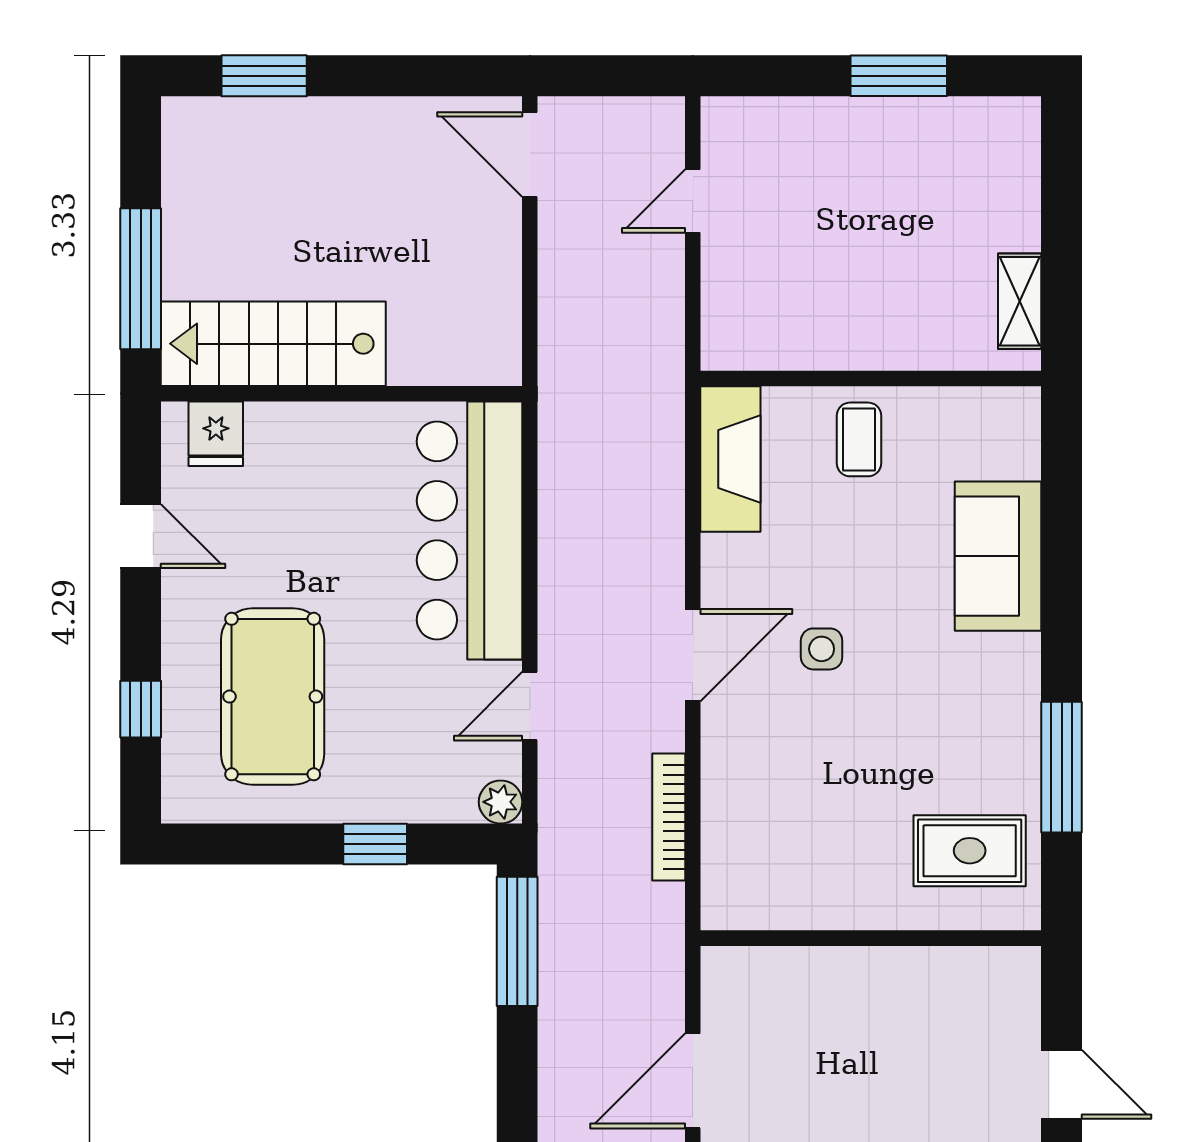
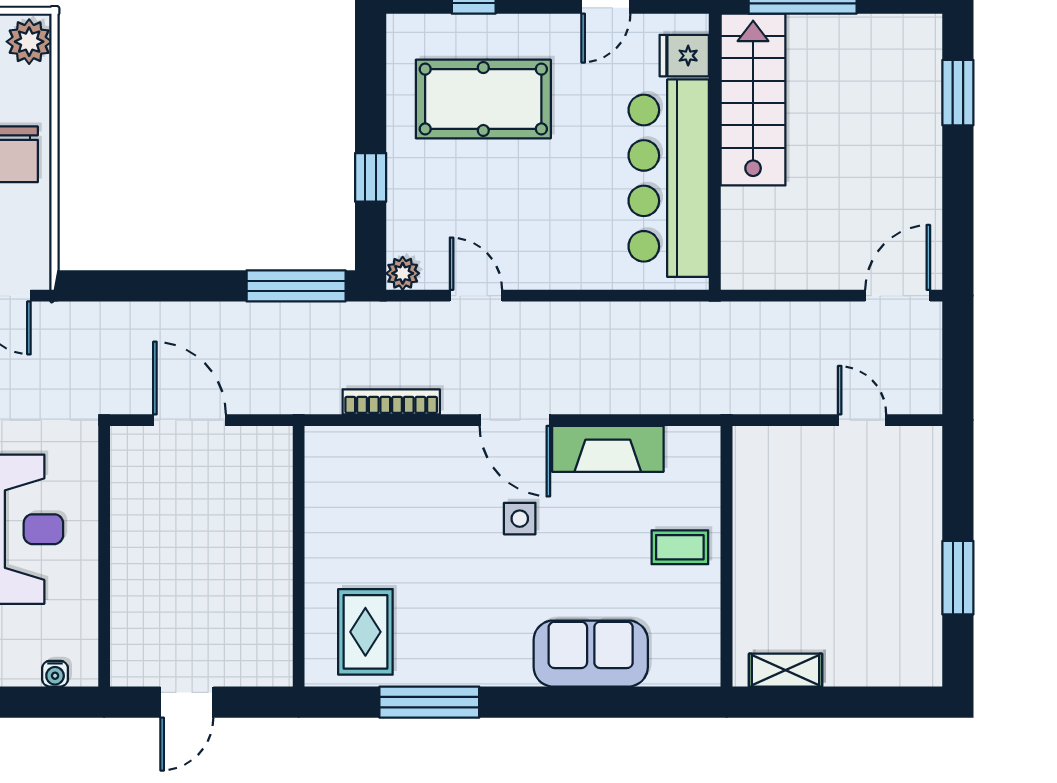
fireplace: (730, 459) -> (608, 449), moved
bar counter: (470, 531) -> (669, 178), moved, turned -90

